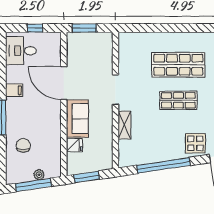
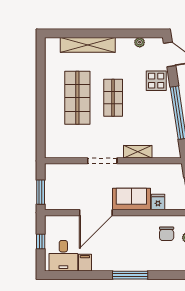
filing cabinet: (14, 90) -> (85, 263), moved
chair: (23, 145) -> (167, 234), moved, turned -92

